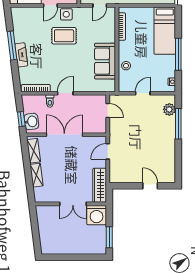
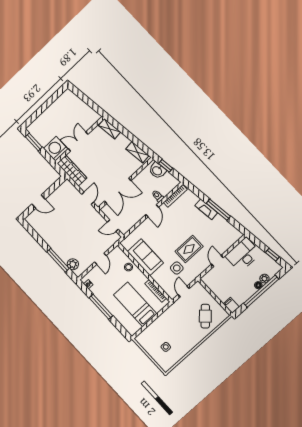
side table: (66, 14) -> (177, 268), moved
bed: (165, 31) -> (135, 304), moved
double door: (64, 135) -> (118, 191), moved
shelving: (37, 175) -> (110, 129), moved

